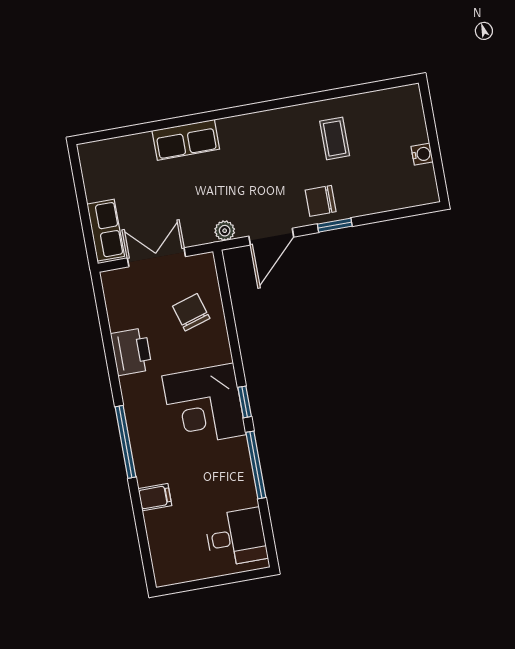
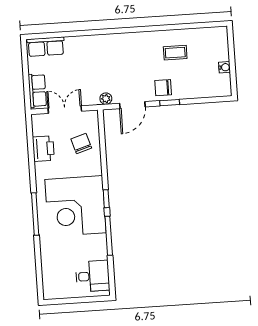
coffee table: (335, 138) -> (175, 53), turned 90
row of seats: (186, 140) -> (46, 47), moved
printer: (131, 352) -> (43, 149), moved
corner desk: (204, 405) -> (76, 206), width x1.36, depth x1.36
filing cabinet: (155, 497) -> (48, 248), removed

